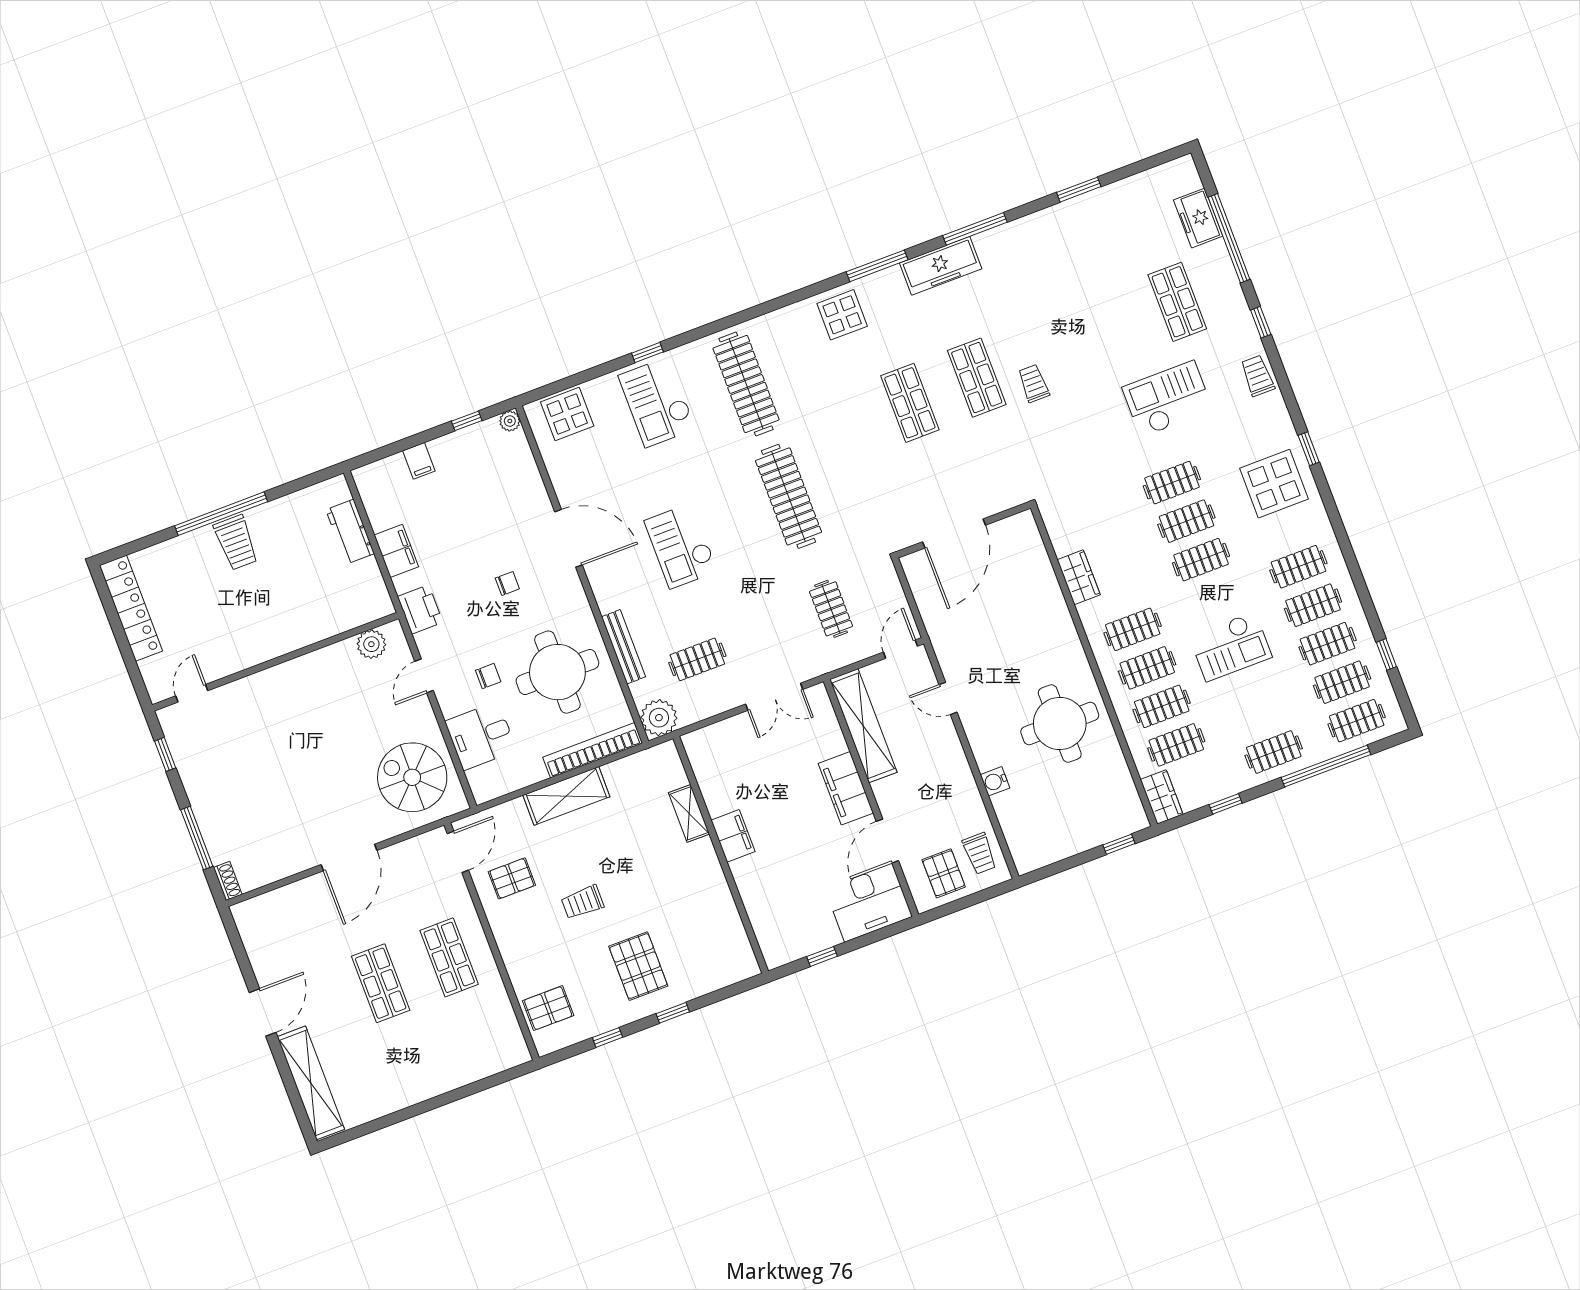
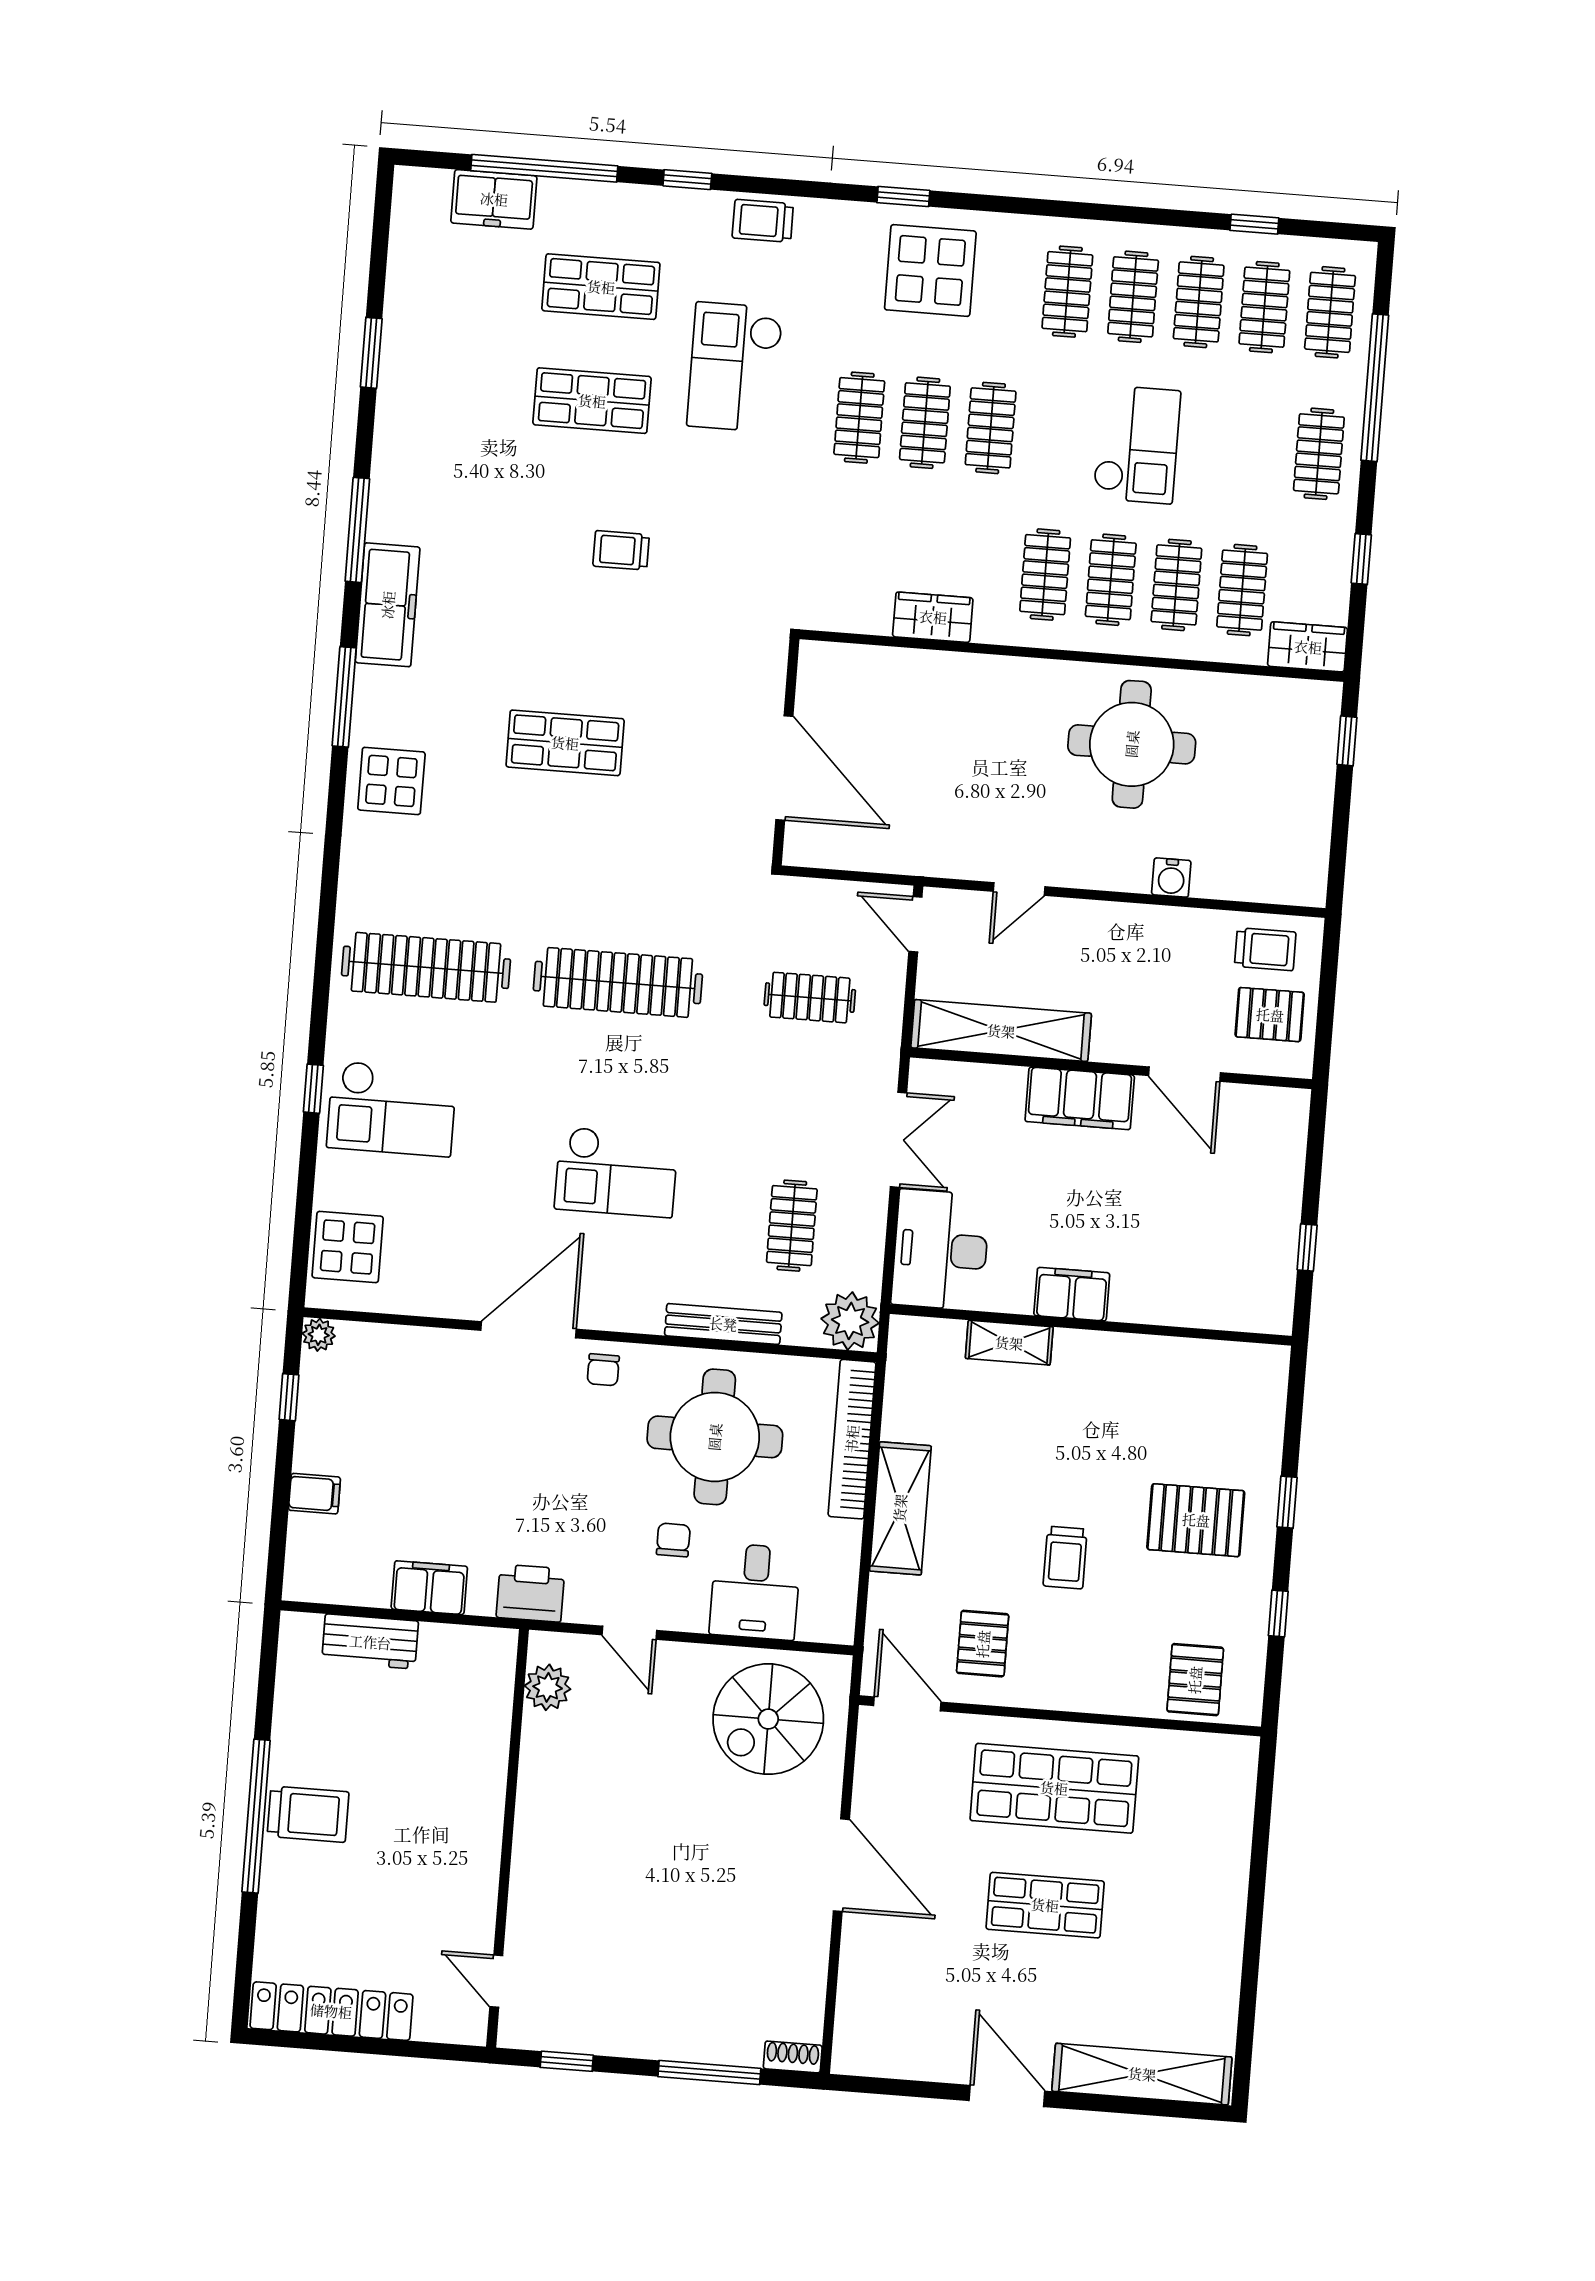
shop shelf: (977, 378) -> (592, 401), moved
chair: (507, 583) -> (603, 1370), moved, turned 180
desk: (869, 903) -> (941, 1250), moved, turned 180
shop shelf: (449, 957) -> (1054, 1788), width x1.43, depth x1.36

